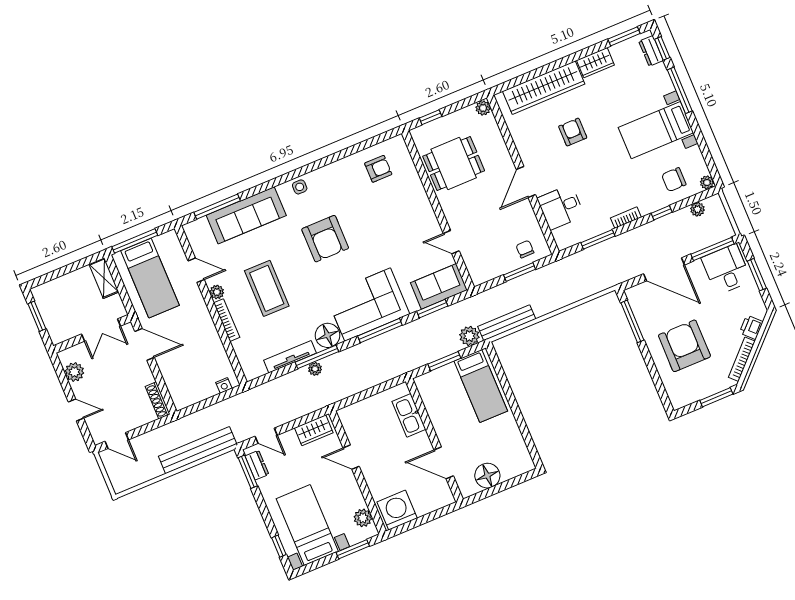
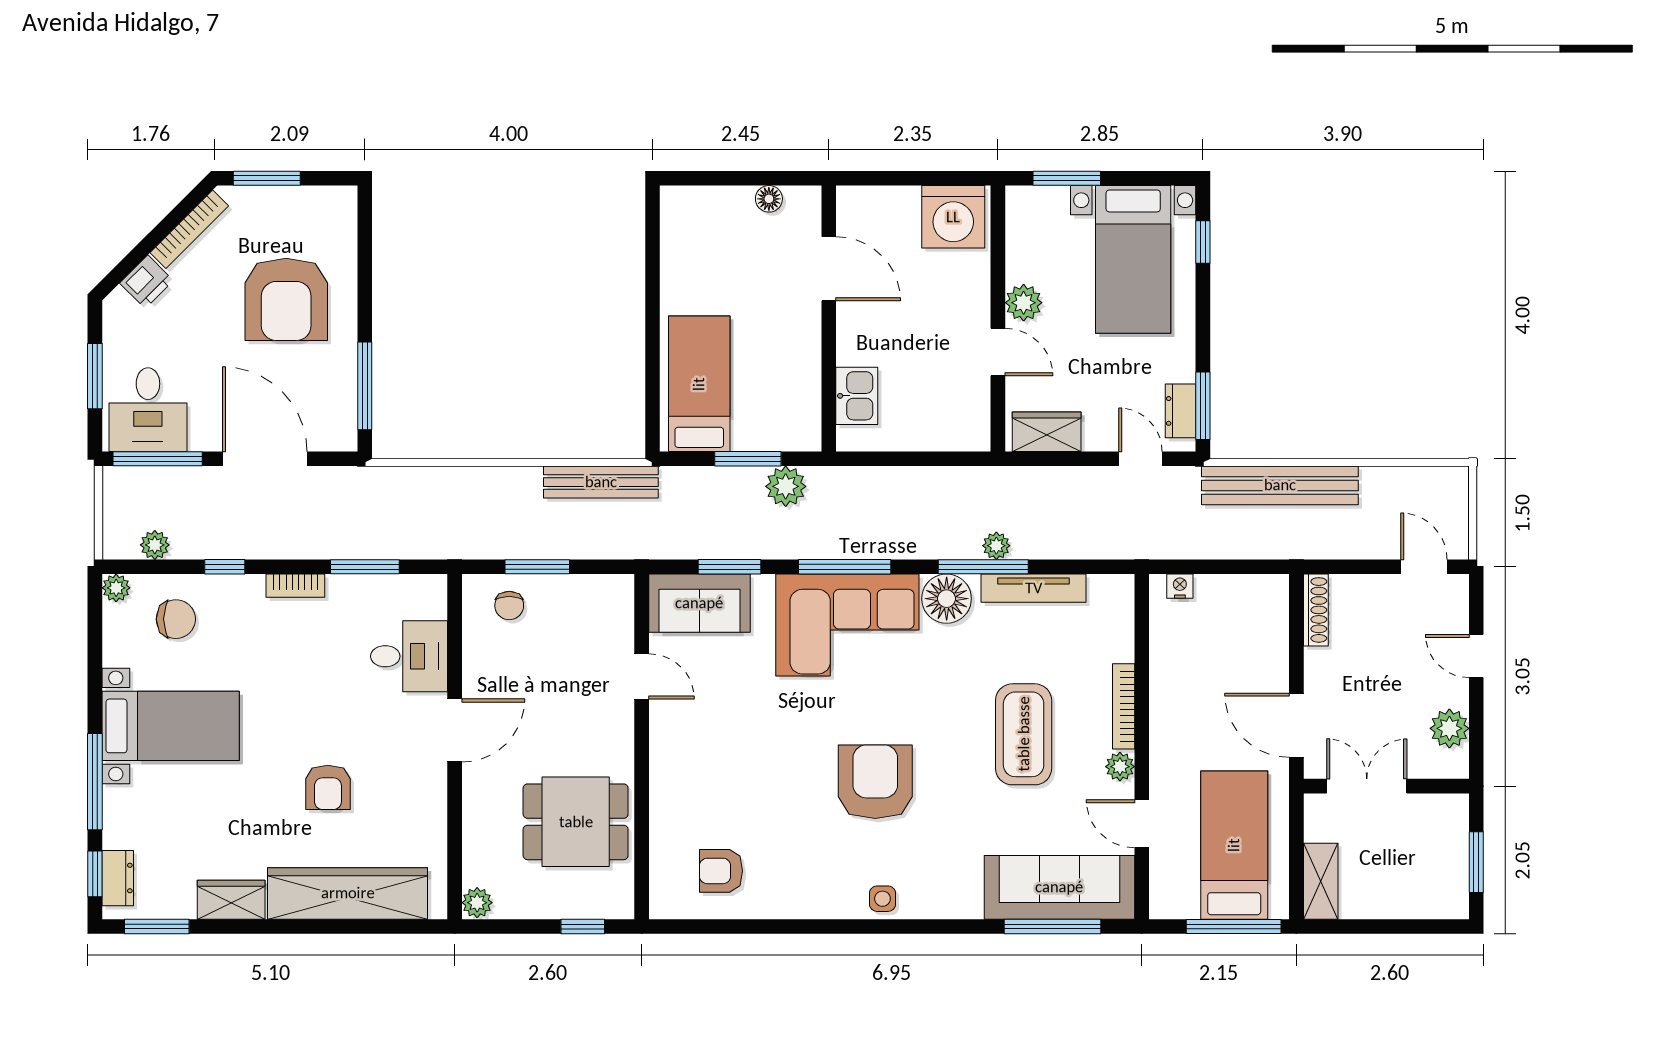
sofa: (246, 215) -> (1059, 887), moved
plant: (469, 336) -> (786, 486), moved
kitchen sink: (409, 415) -> (857, 396), width x0.73
floor lamp: (487, 476) -> (769, 199), width x0.53, depth x0.53
plant: (363, 518) -> (1024, 303), moved

